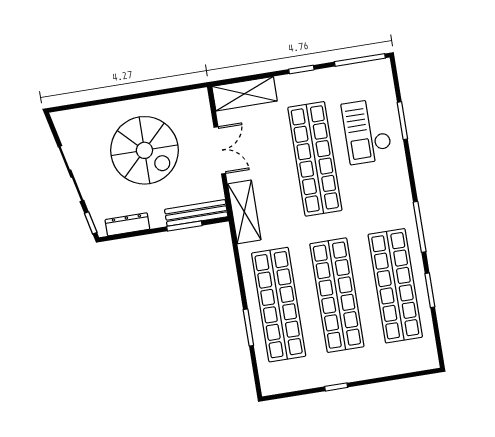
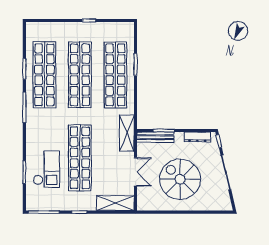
double door: (220, 150) -> (136, 172), swing flipped

